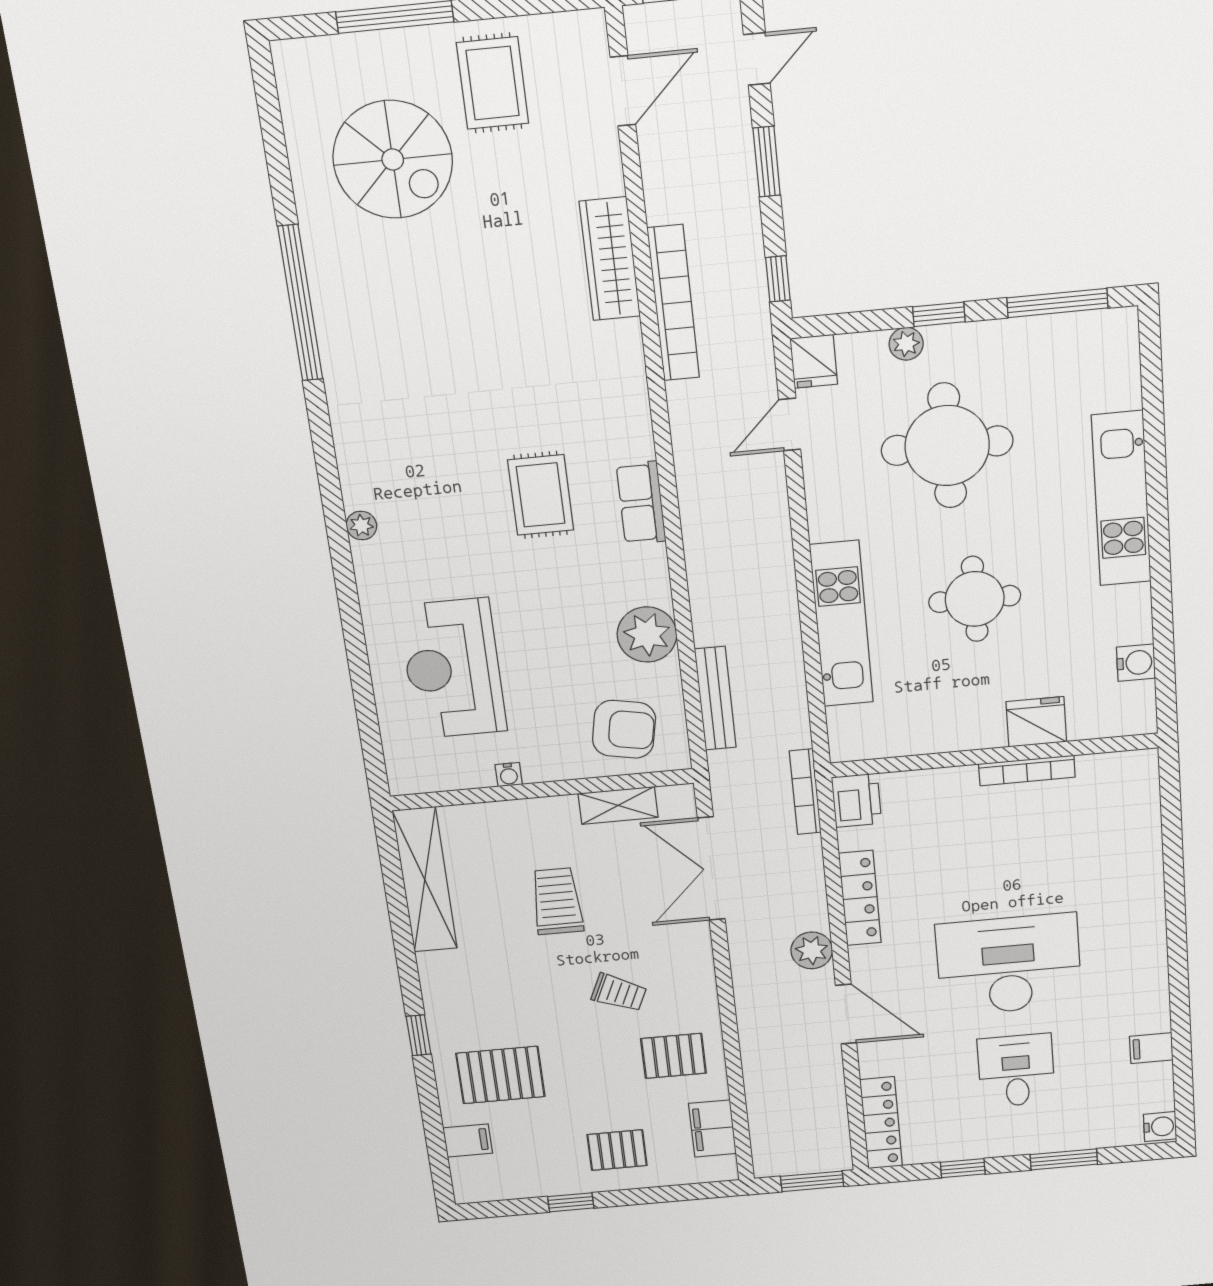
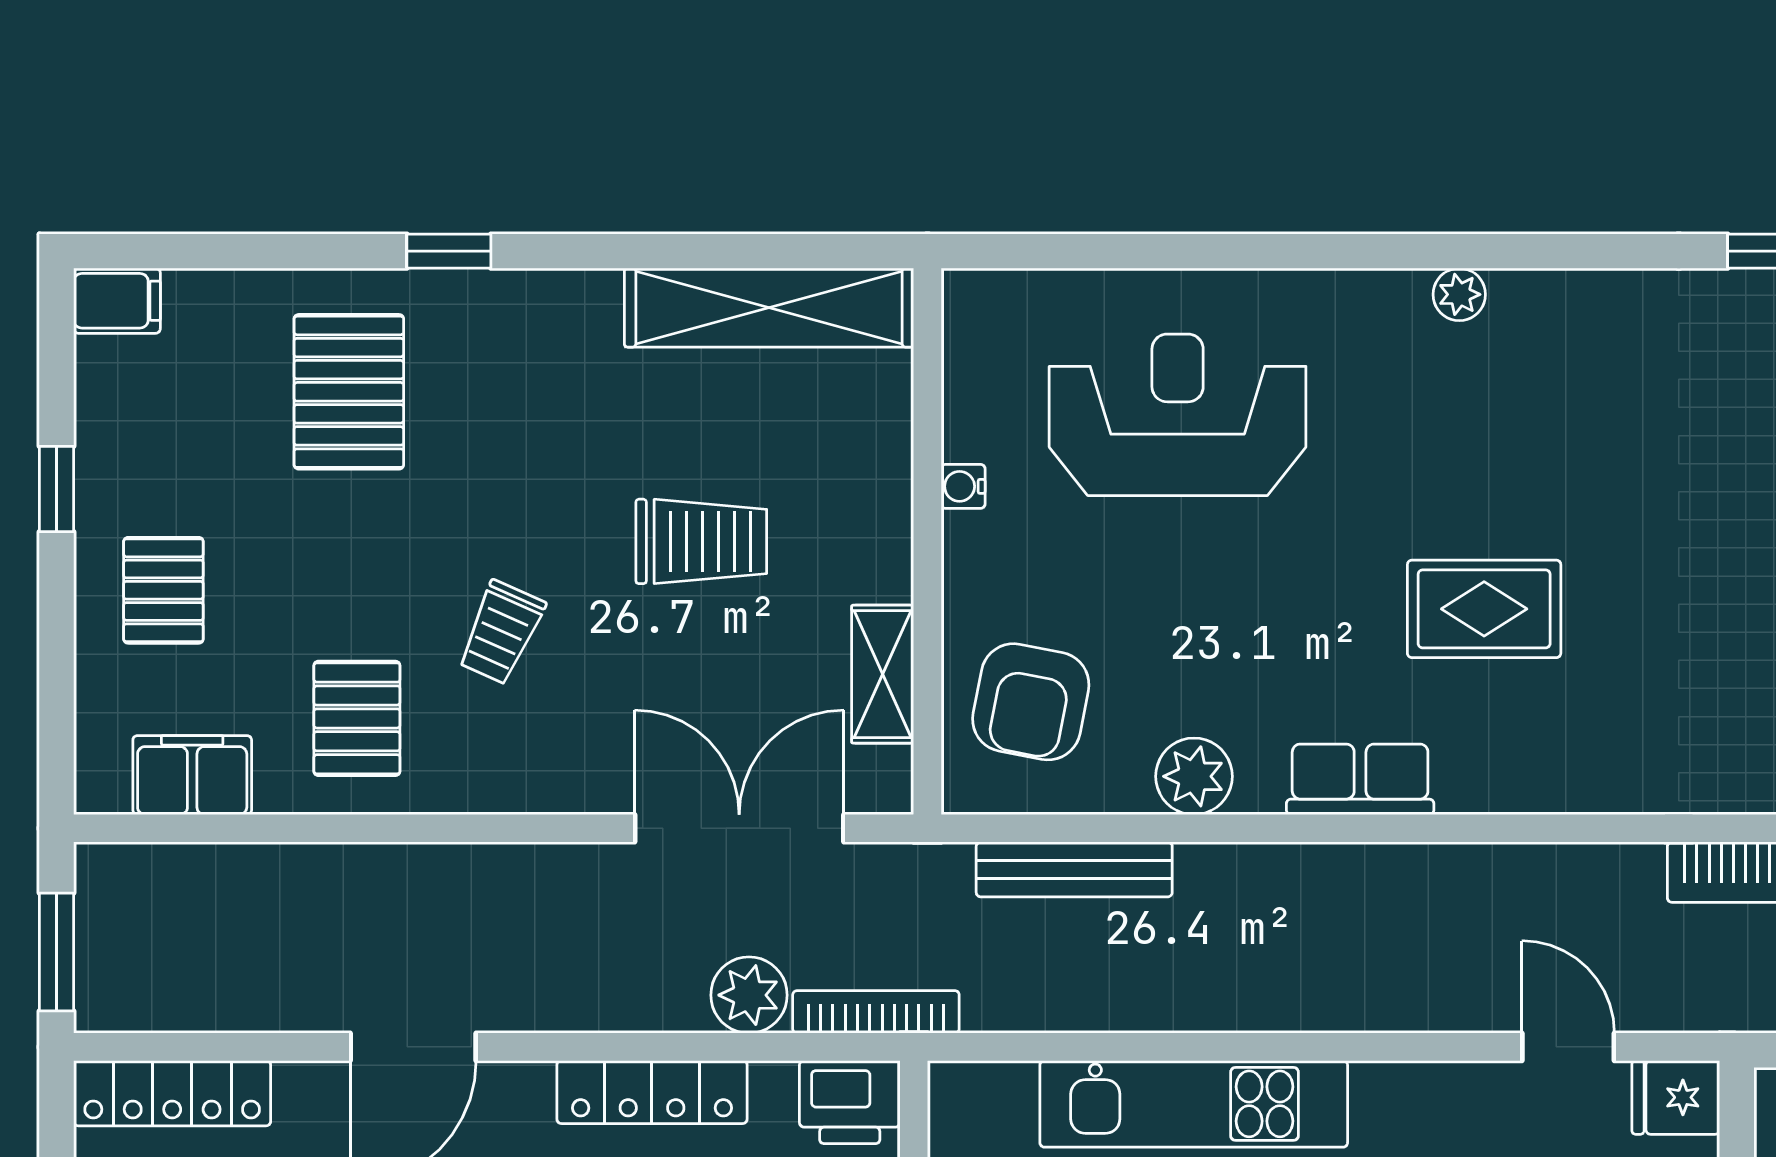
row of seats: (641, 503) -> (1360, 779), moved
plant: (647, 635) -> (1194, 776), width x0.73, depth x0.73
plant: (812, 950) -> (749, 995), moved
filing cabinet: (468, 1140) -> (117, 301), moved, turned -90

